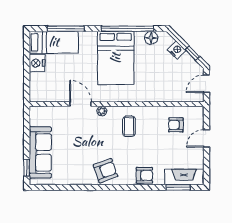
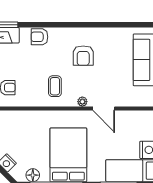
armchair: (105, 171) -> (83, 56), moved, turned -70

